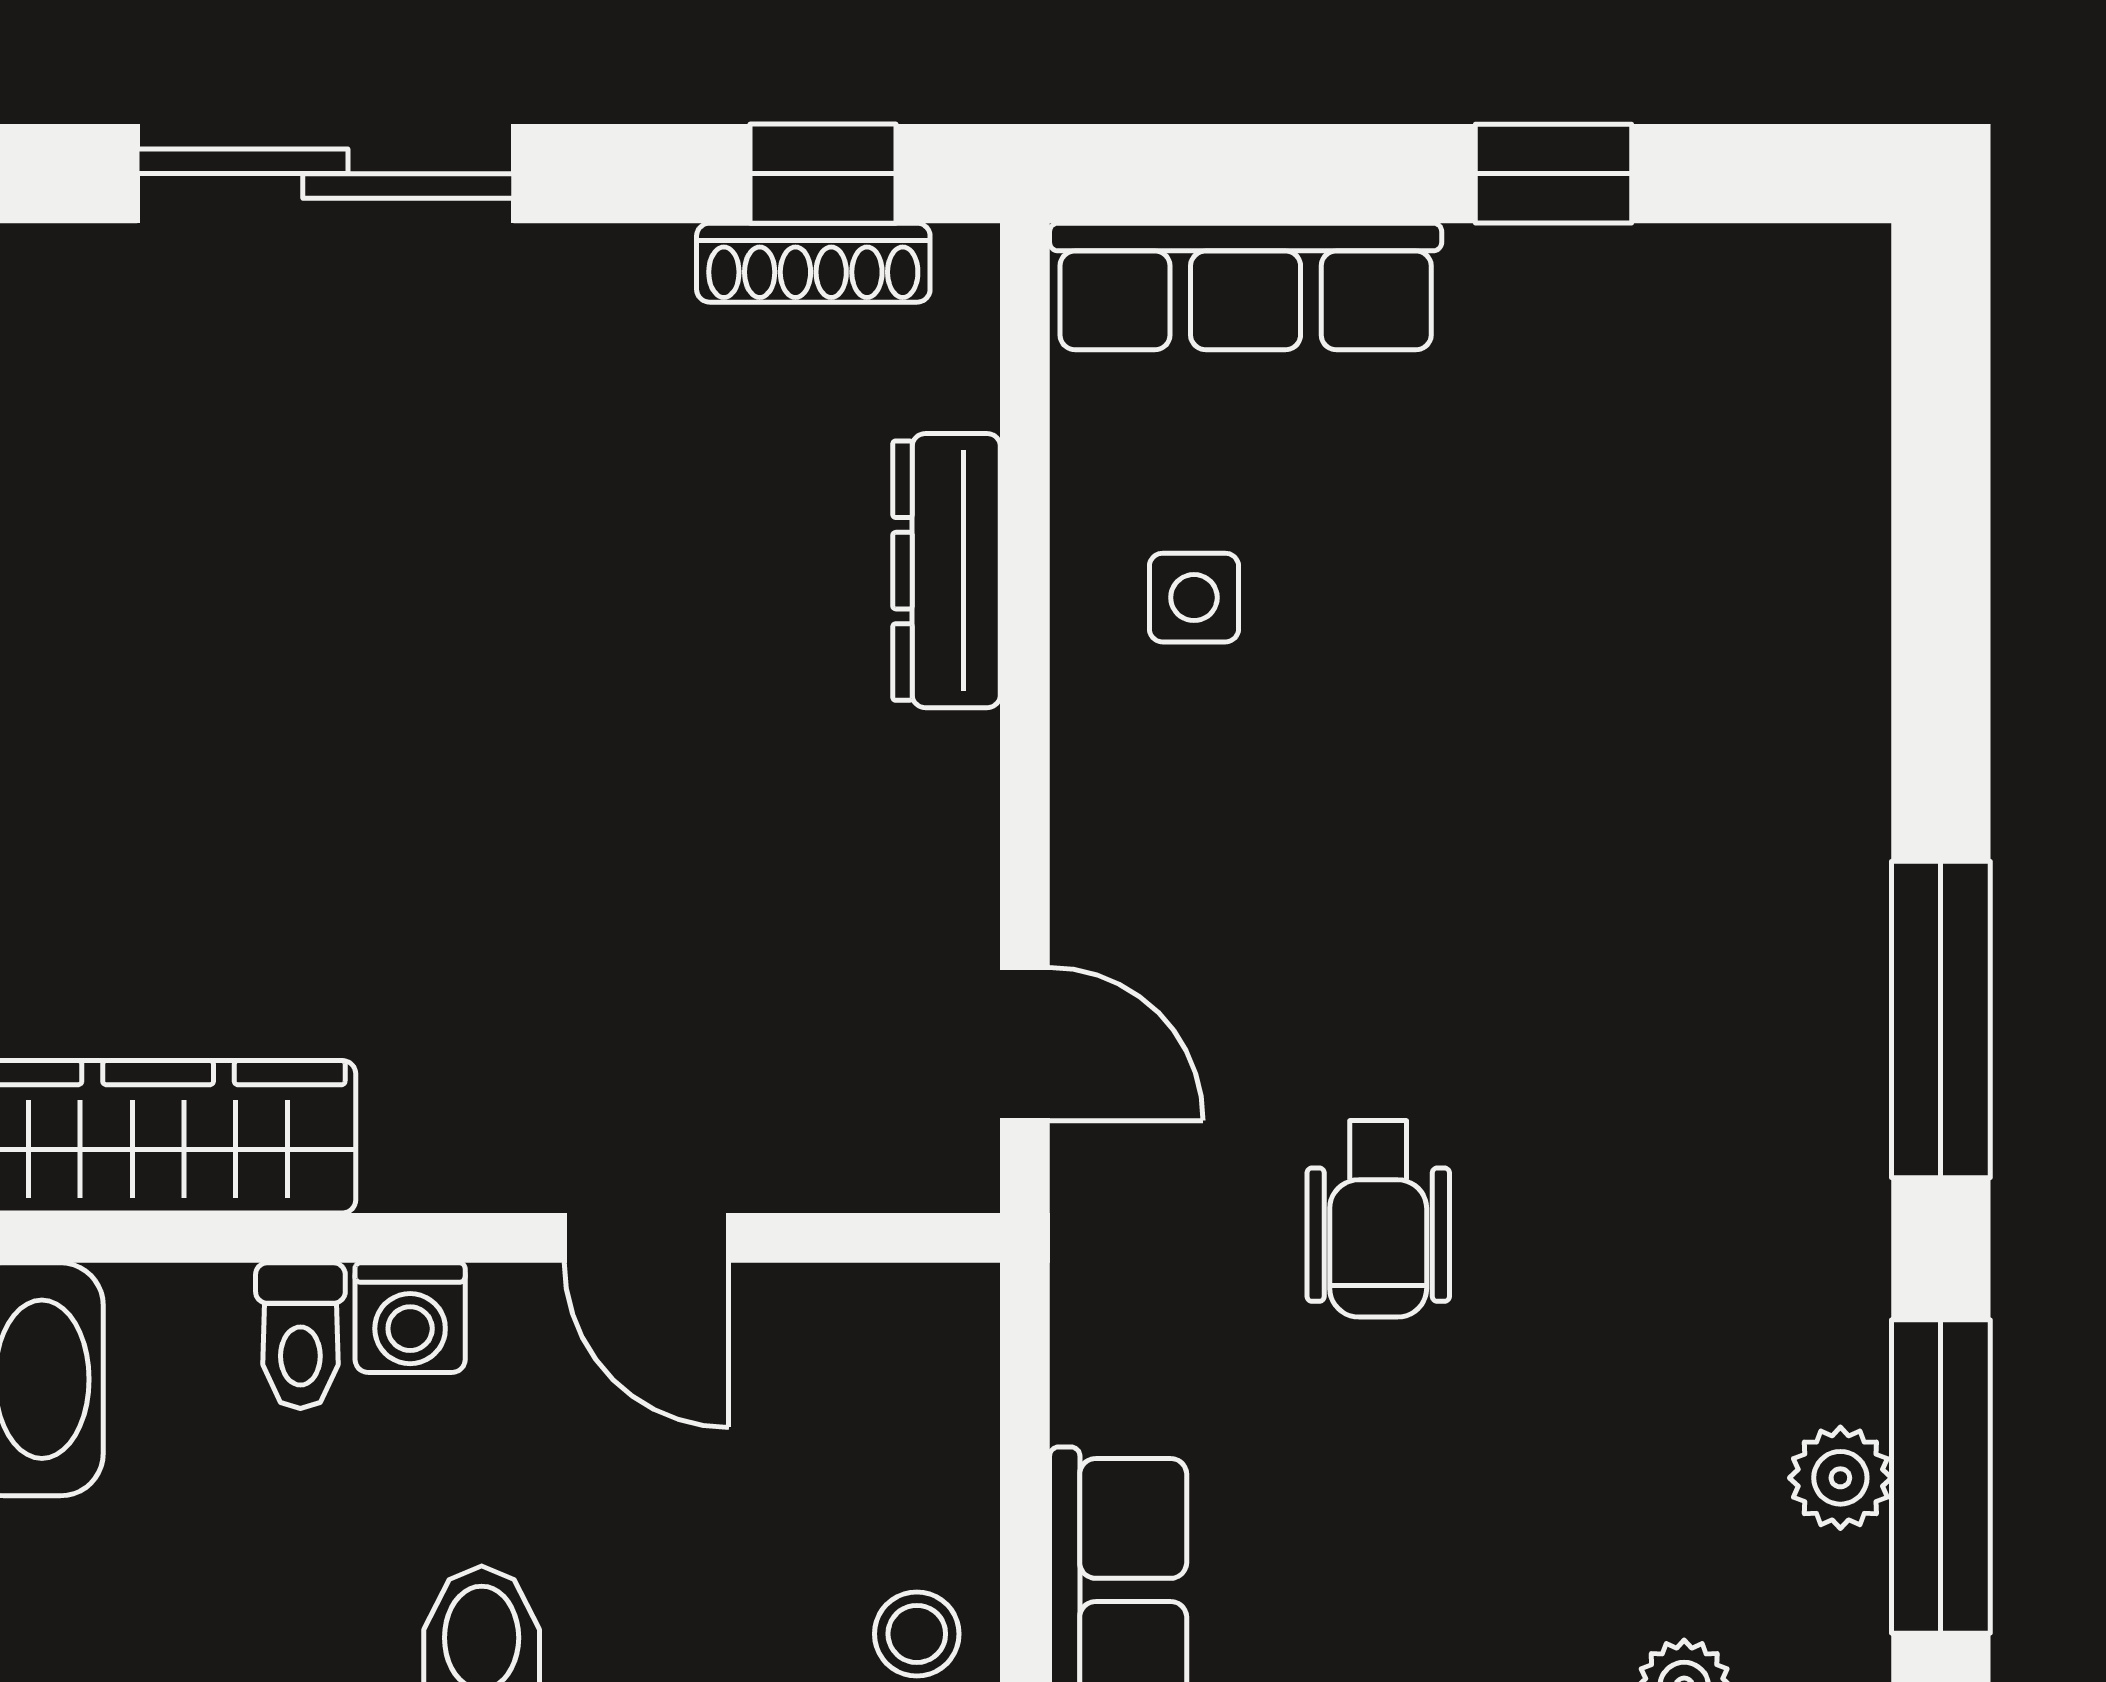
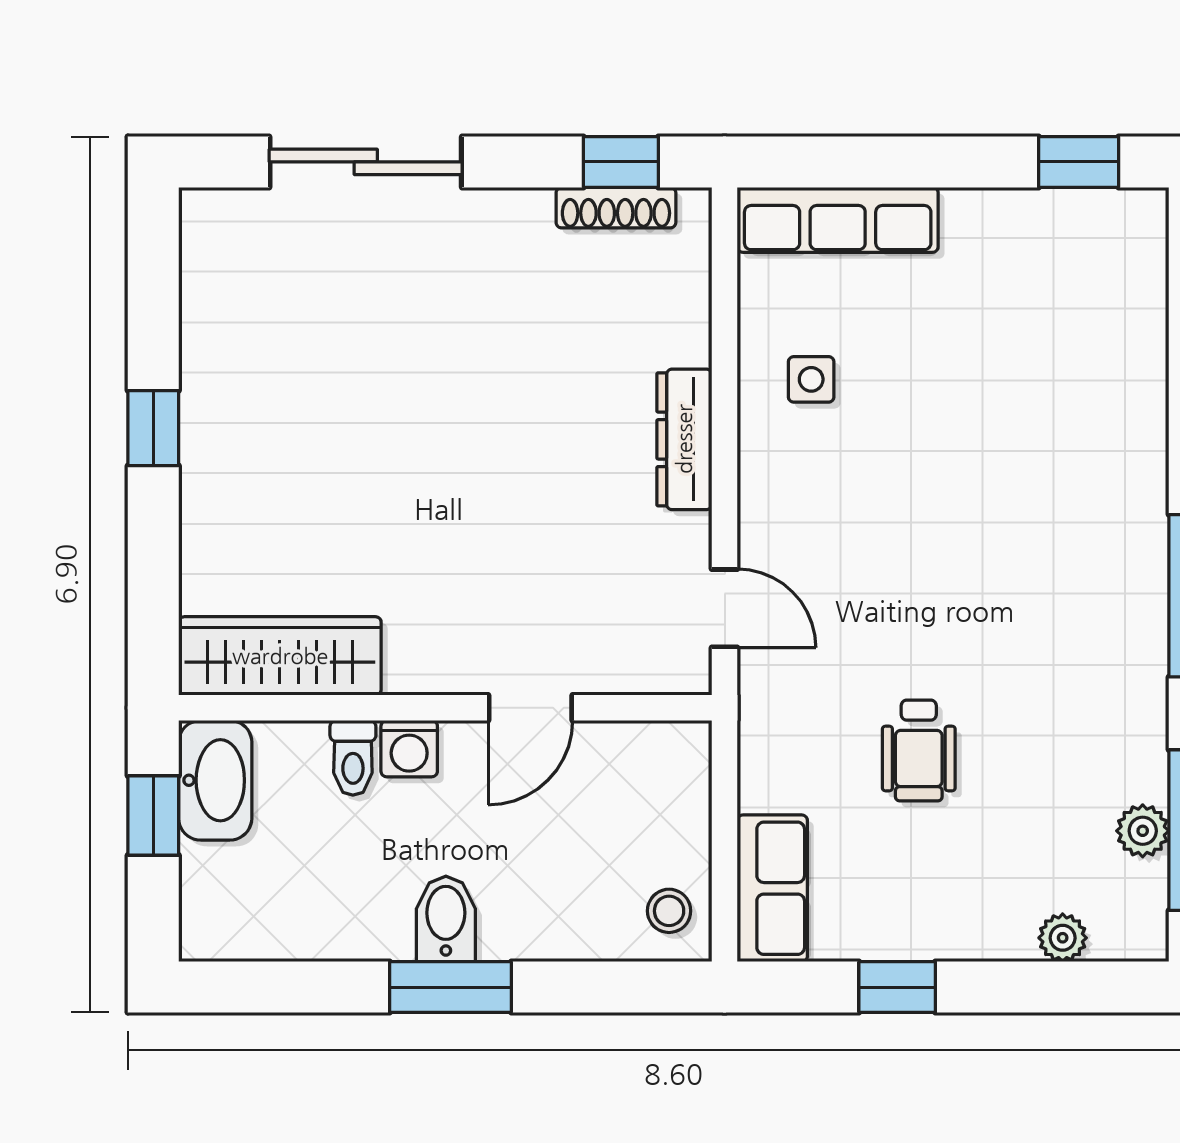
window: (1553, 174) -> (1079, 162), moved
dresser: (947, 571) -> (684, 439), moved
wheelchair: (1378, 1219) -> (919, 750), moved
door: (647, 1238) -> (530, 708), hinge flipped

